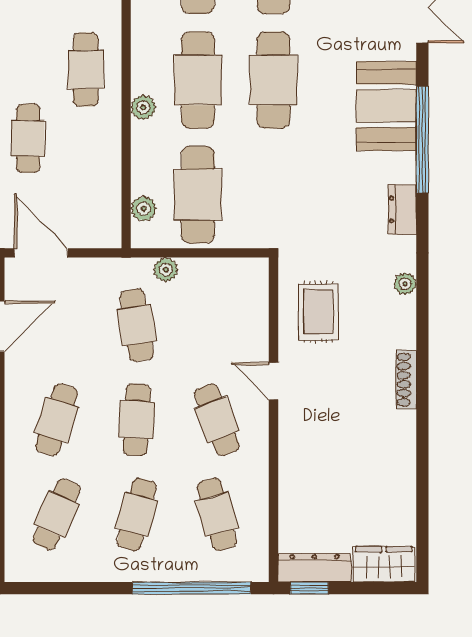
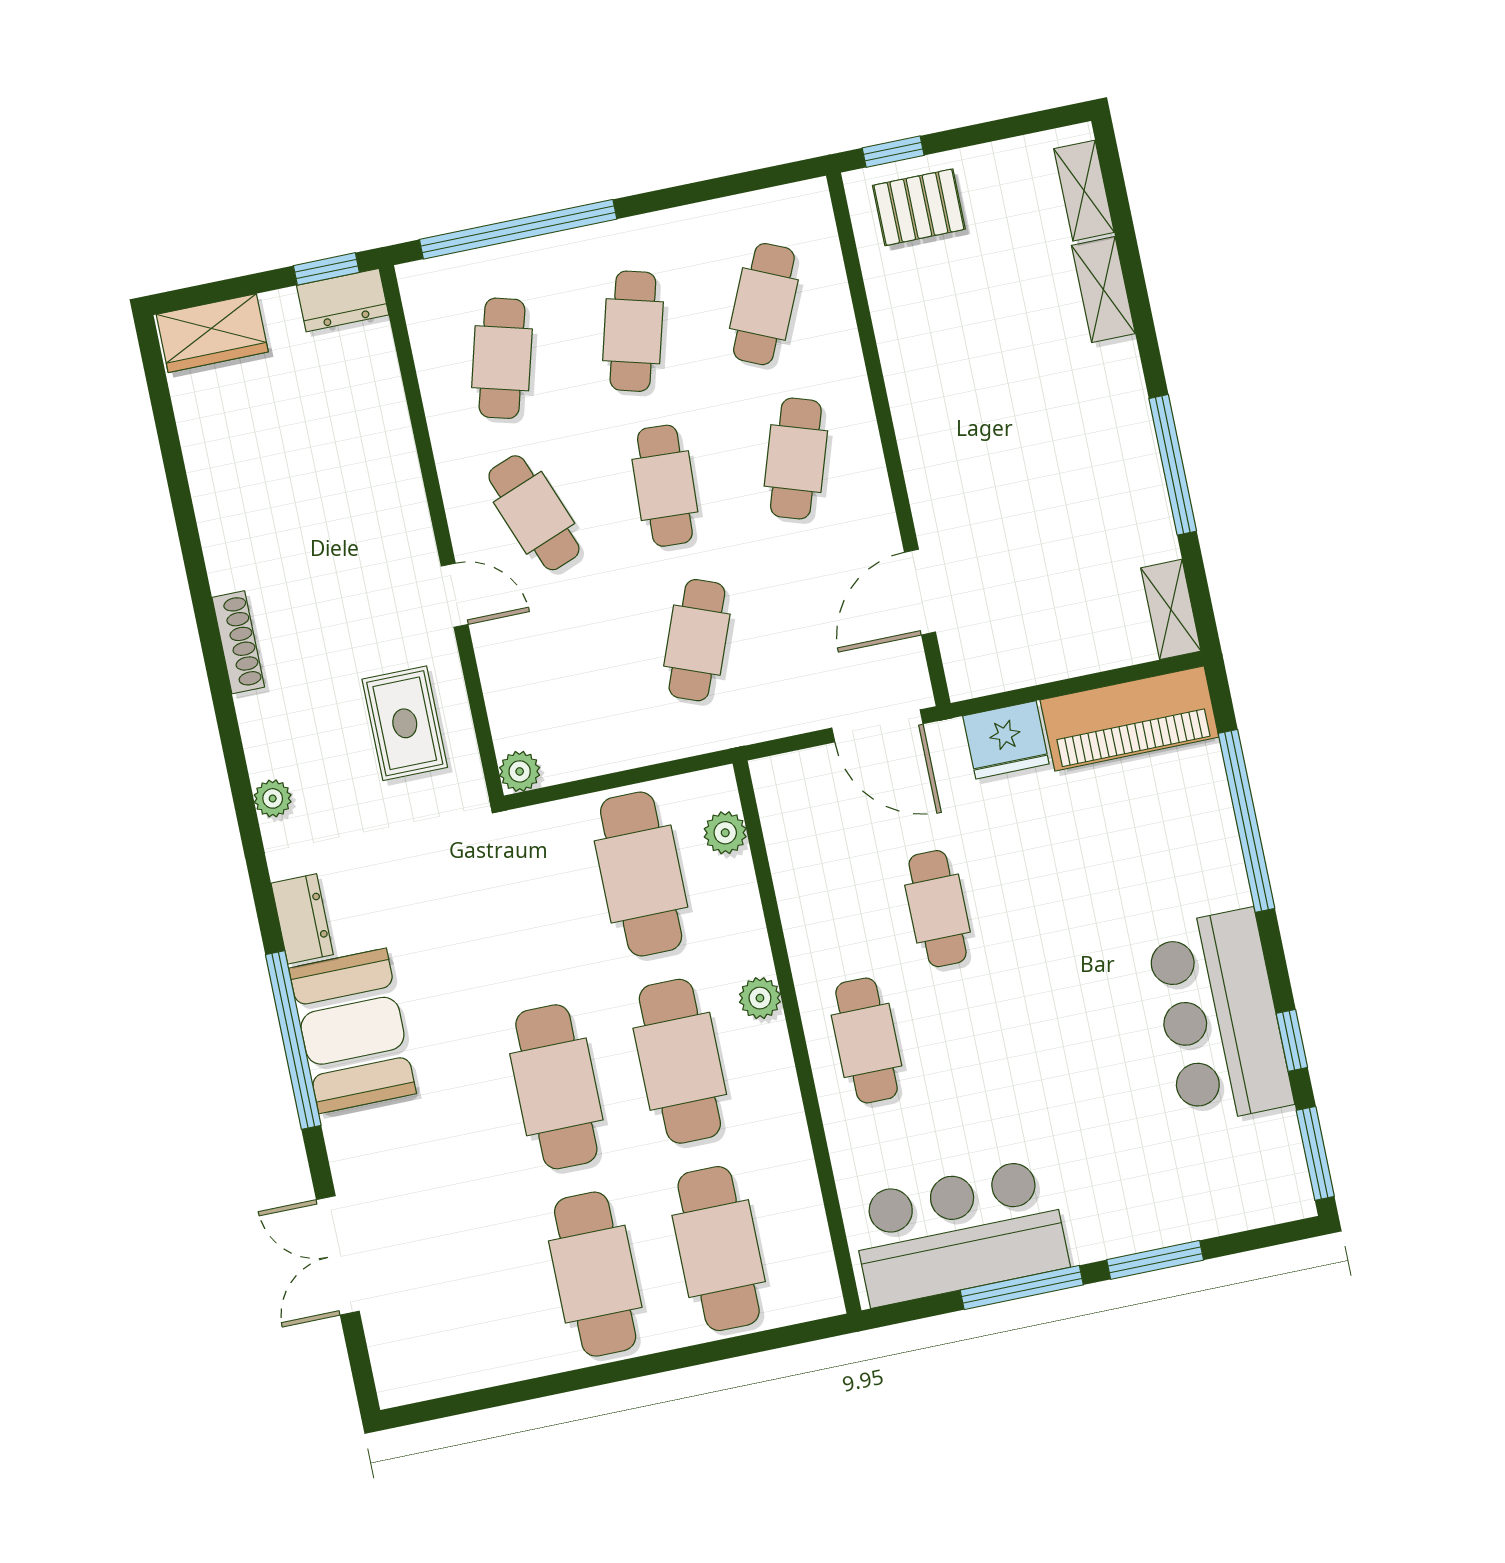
booth: (386, 106) -> (353, 1031), moved
plant: (166, 270) -> (520, 771), moved
cafe table: (137, 325) -> (697, 640), turned 30
cafe table: (217, 514) -> (502, 358), turned 30
dresser: (314, 568) -> (343, 300), width x0.70

